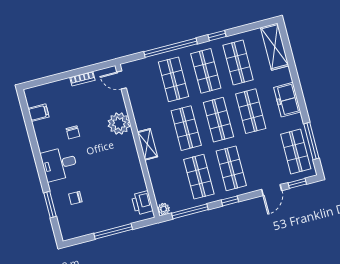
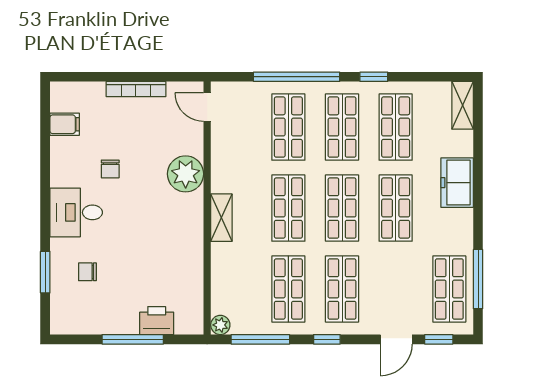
shelving: (275, 47) -> (463, 105), width x0.67, depth x0.75
bookcase: (82, 79) -> (136, 89), width x1.56
freezer: (287, 100) -> (457, 183), moved
printer: (142, 203) -> (157, 321), moved, turned 90

